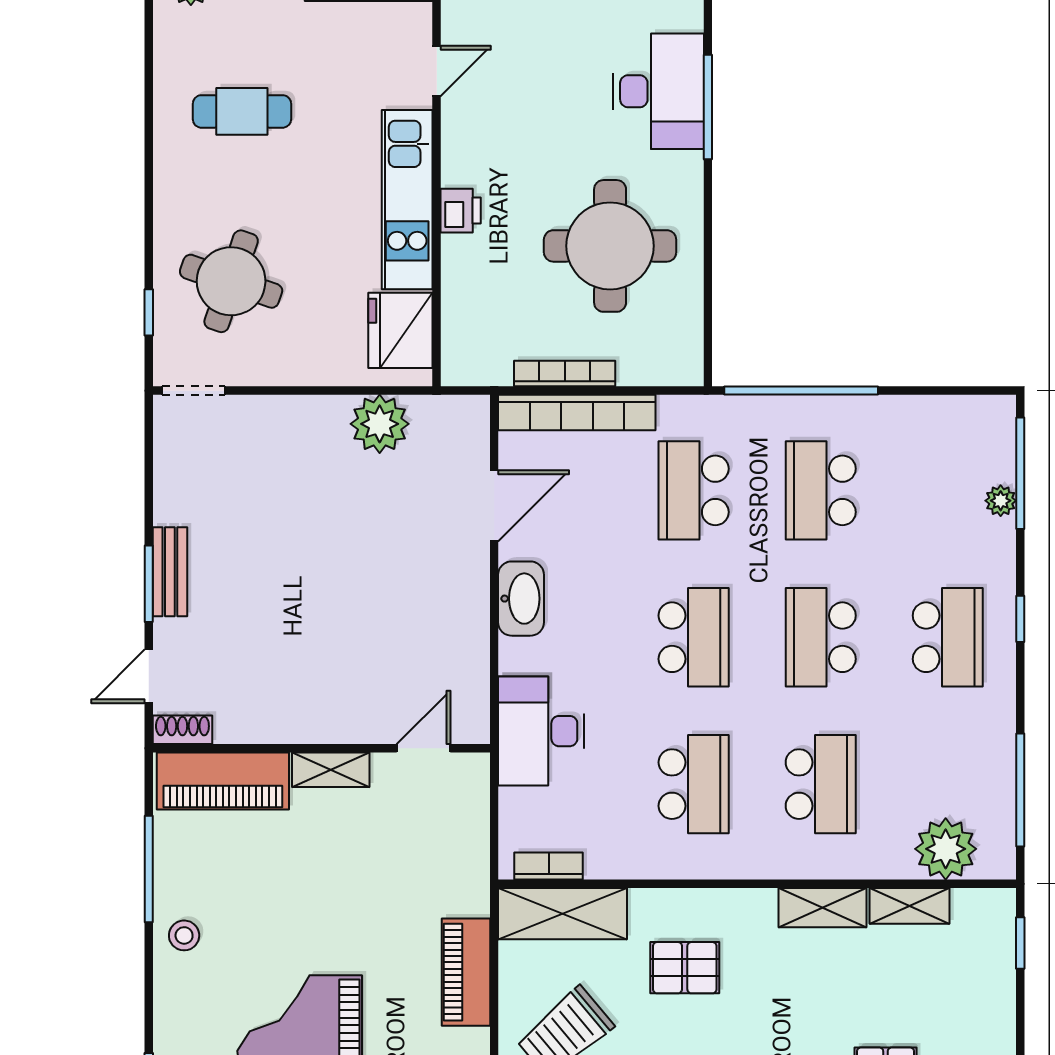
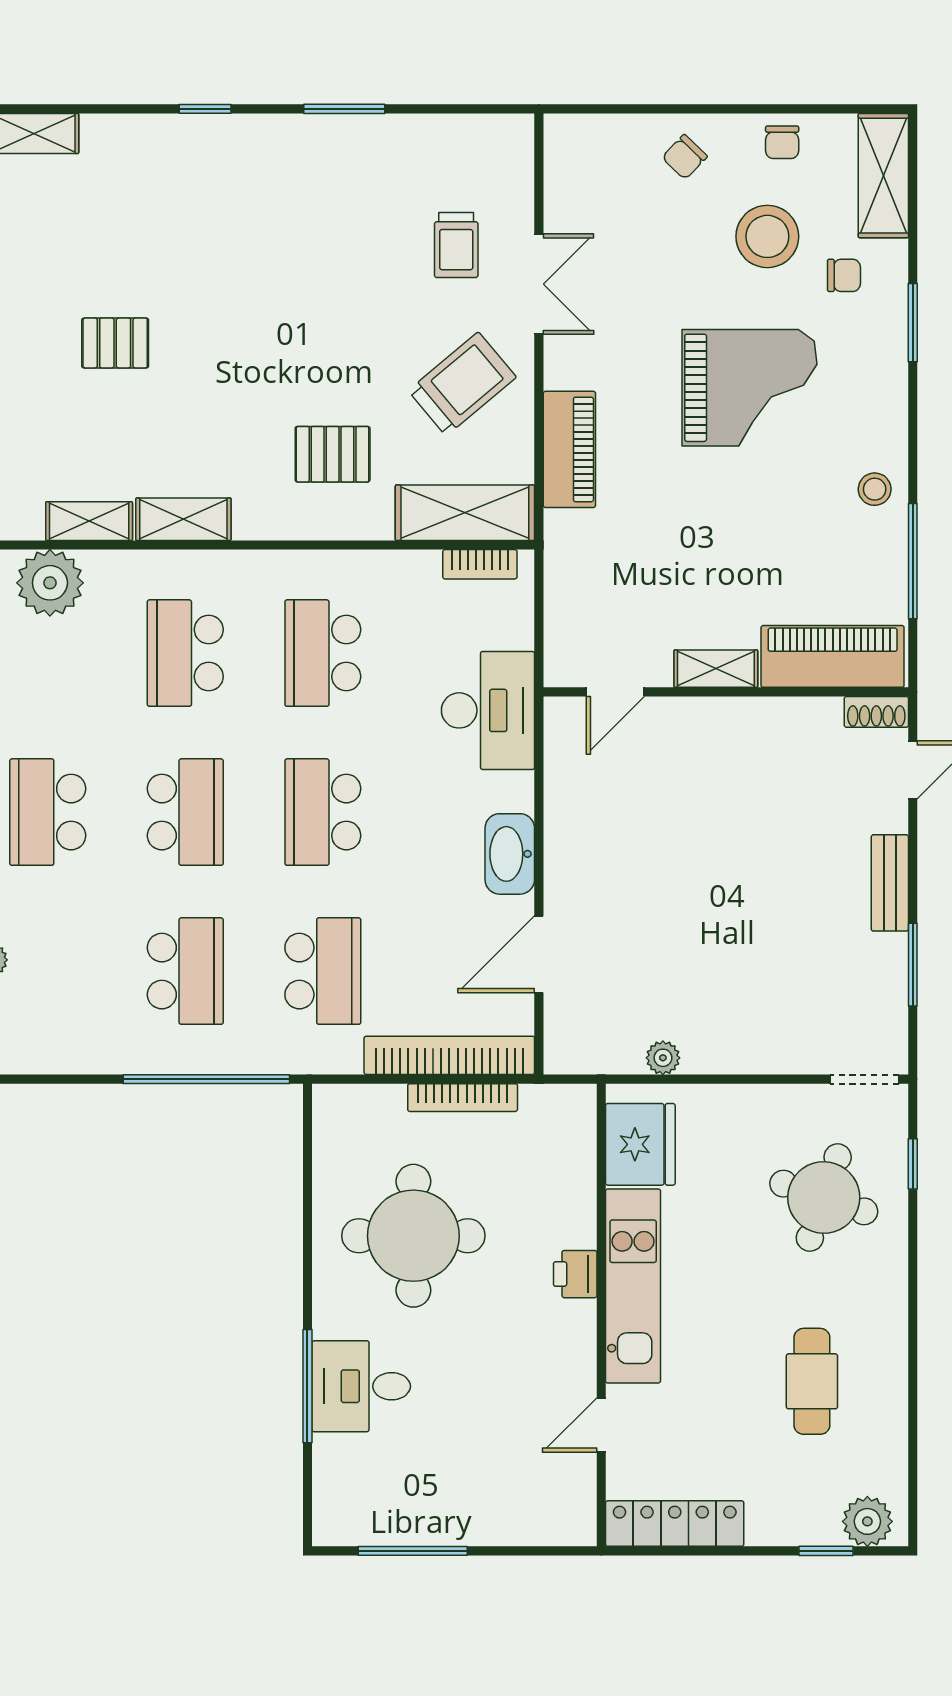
desk: (658, 91) -> (361, 1386), width x0.73
cafe table: (242, 111) -> (812, 1381), turned 90
plant: (380, 424) -> (663, 1058), width x0.53, depth x0.53
window: (149, 584) -> (913, 965), moved

